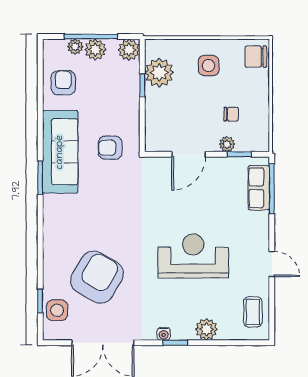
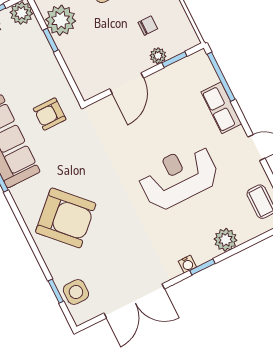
row of seats: (259, 188) -> (221, 108), moved
armchair: (97, 277) -> (66, 218), moved, turned 106

